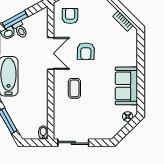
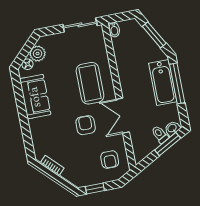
coffee table: (74, 88) -> (90, 83), width x1.86, depth x1.72
plant: (117, 124) -> (38, 54), added

